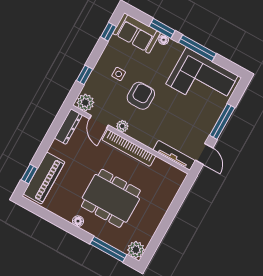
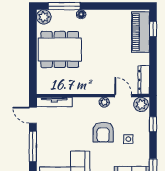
bookcase: (129, 148) -> (91, 89), removed
dining table: (111, 198) -> (60, 50), moved
floor lamp: (78, 221) -> (81, 14), moved

